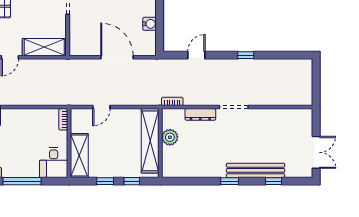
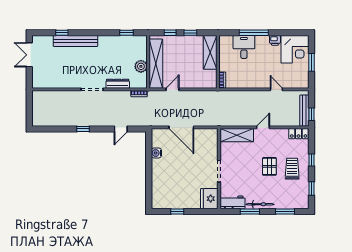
door: (101, 107) -> (173, 89), moved
desk: (54, 163) -> (244, 47), moved
window: (230, 181) -> (126, 33), moved

